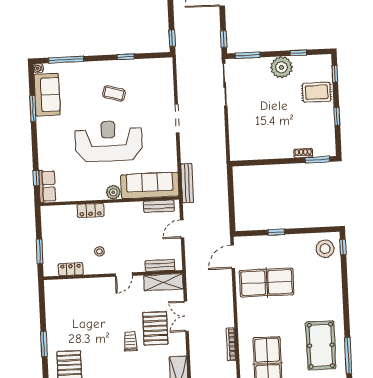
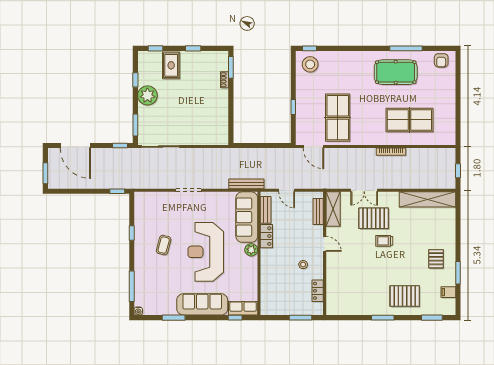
sofa: (47, 95) -> (202, 304), moved, width x1.36
locker: (90, 210) -> (266, 236), moved

